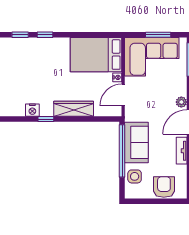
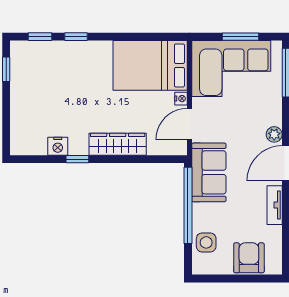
sofa: (136, 142) -> (209, 172), moved

